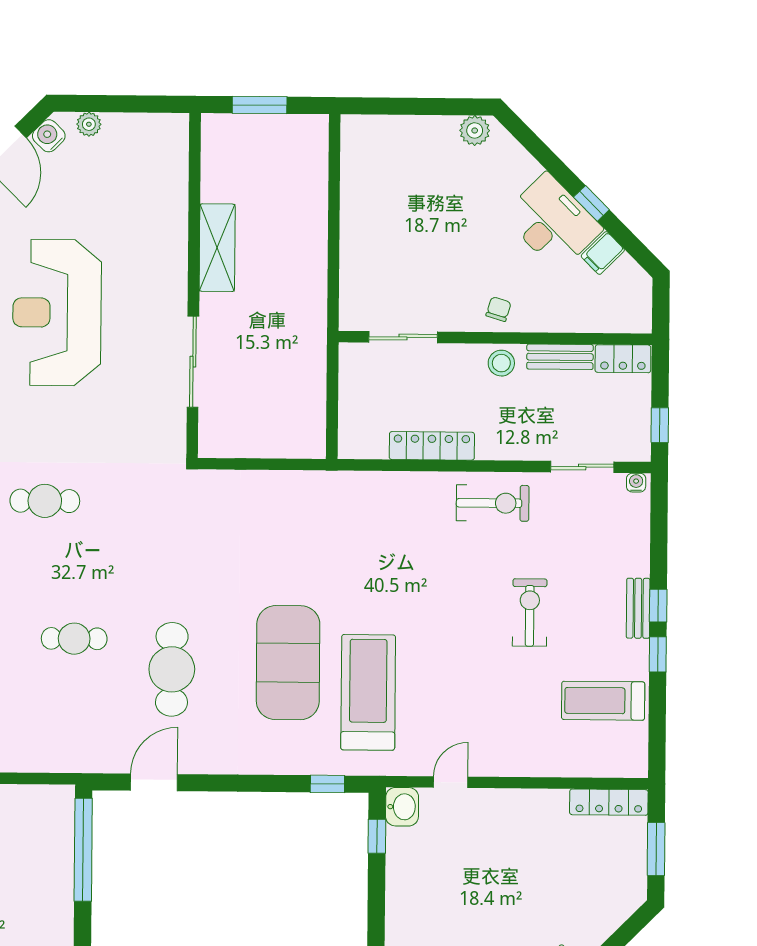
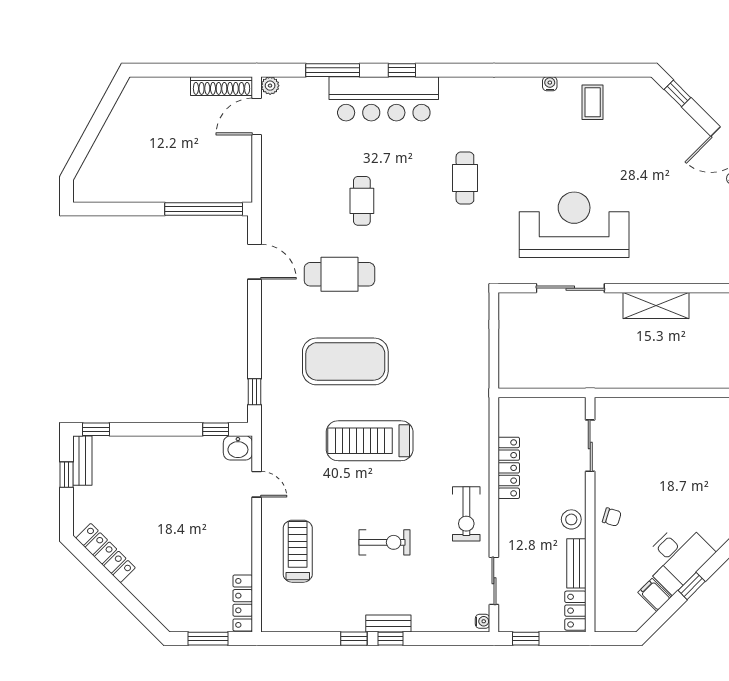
reception desk: (57, 313) -> (574, 225), moved
treadmill: (368, 692) -> (370, 441), moved, turned 180
treadmill: (603, 701) -> (298, 551), moved

